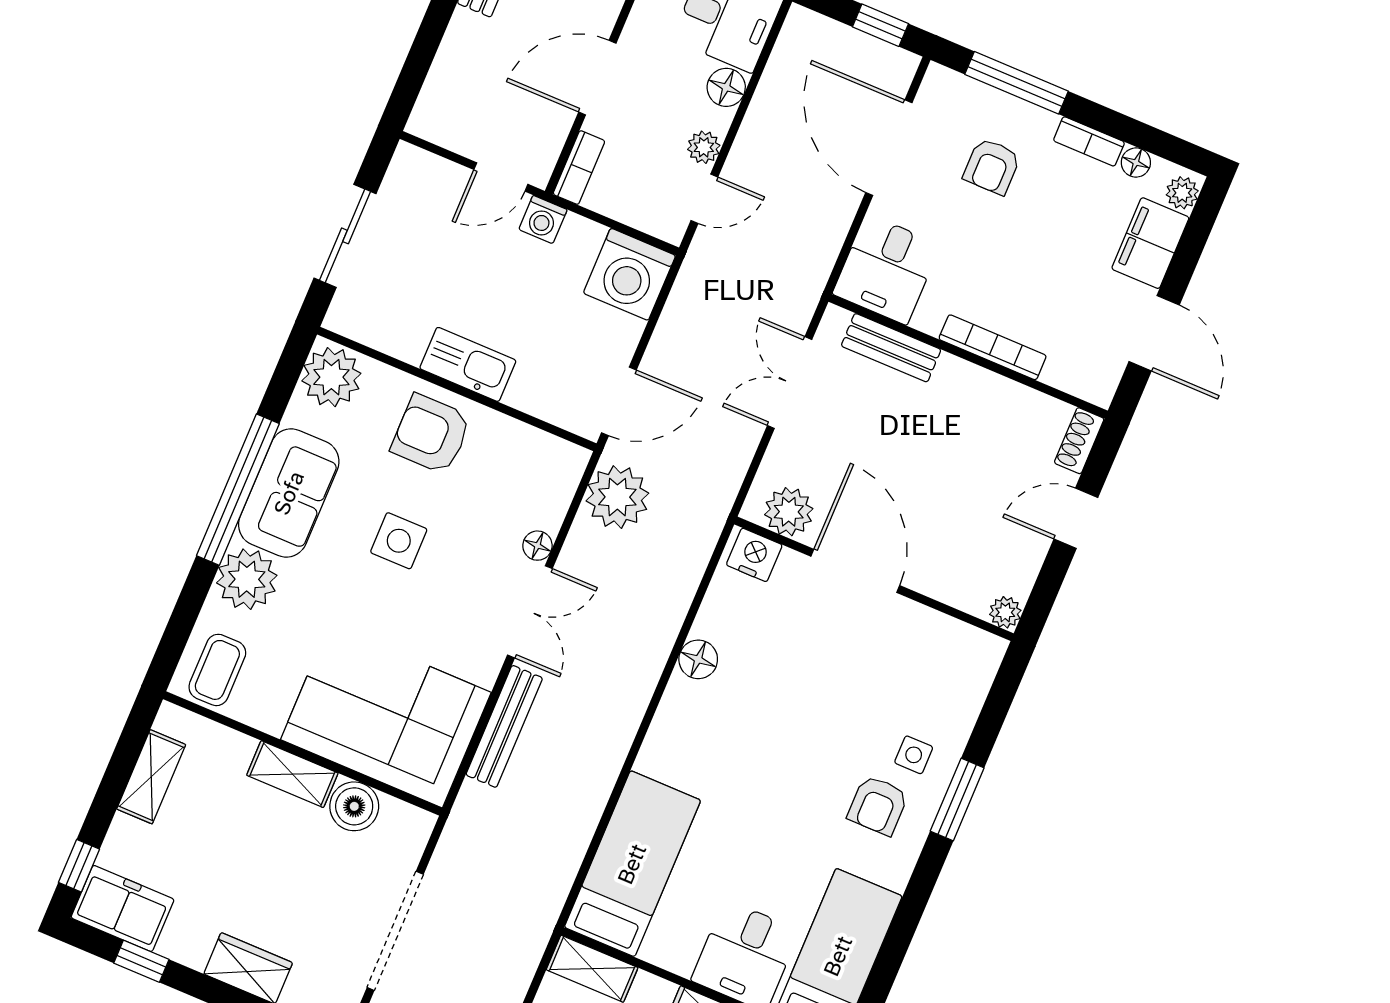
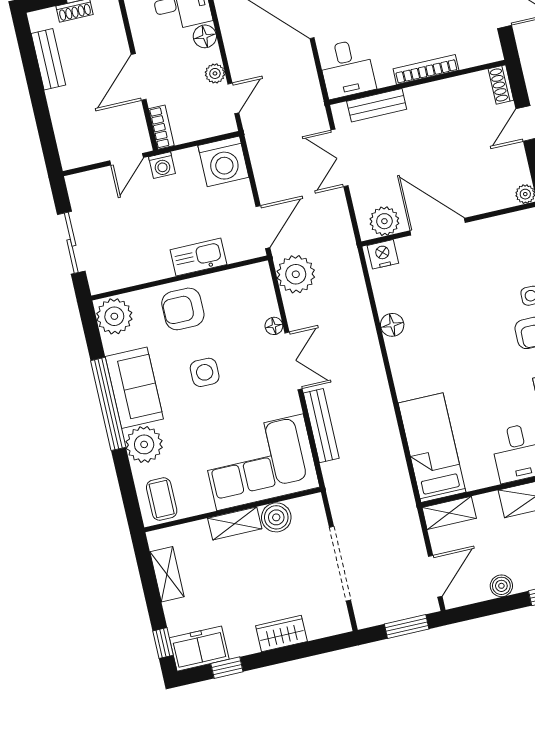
kitchen sink: (468, 364) -> (198, 257), moved

